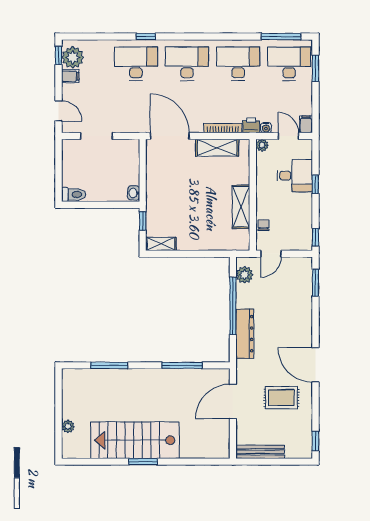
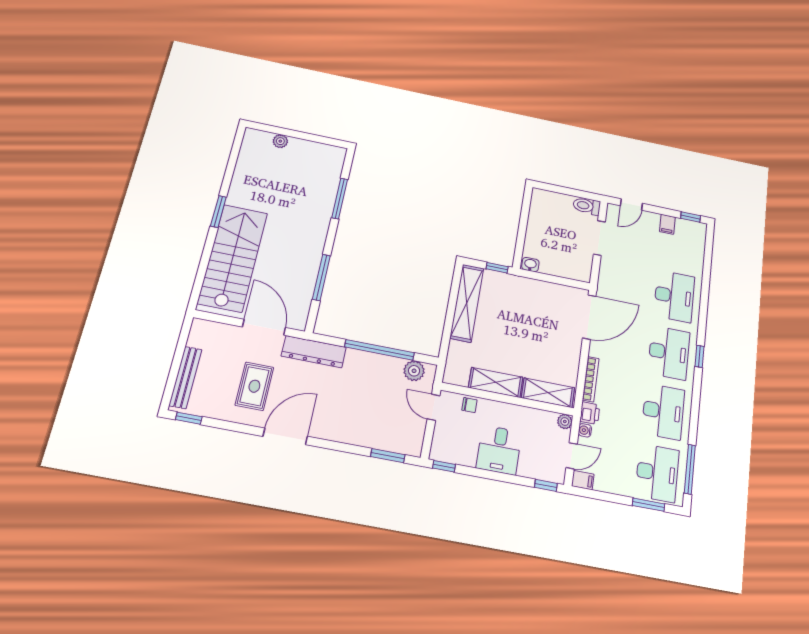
window: (146, 37) -> (699, 356), moved
plant: (73, 57) -> (687, 231), removed
shelving: (217, 148) -> (548, 393), moved, turned 90
desk: (295, 176) -> (499, 450), moved
window: (315, 184) -> (546, 485), moved
toilet: (73, 194) -> (587, 206), moved, turned 90
shelving: (161, 244) -> (467, 303), width x2.20, depth x1.33
dresser: (245, 334) -> (314, 352), moved
stairs: (135, 440) -> (233, 258), moved
bench: (260, 452) -> (186, 377), moved

